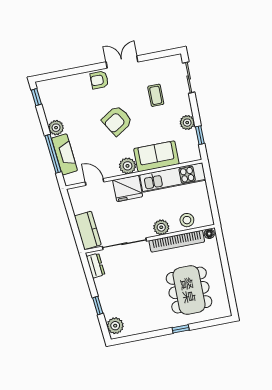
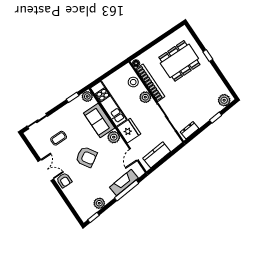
double door: (122, 62) -> (46, 170), swing flipped
plant: (187, 123) -> (87, 96), moved
plant: (56, 128) -> (99, 203), moved
kitchen counter: (88, 230) -> (157, 155), moved

